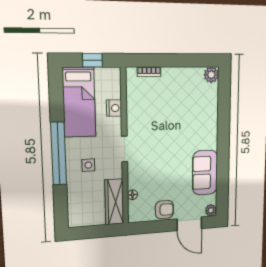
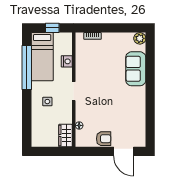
window: (59, 154) -> (27, 67), moved
sofa: (205, 173) -> (136, 69), moved
wardrobe: (114, 202) -> (65, 136), width x0.67
plant: (211, 210) -> (141, 142), removed

